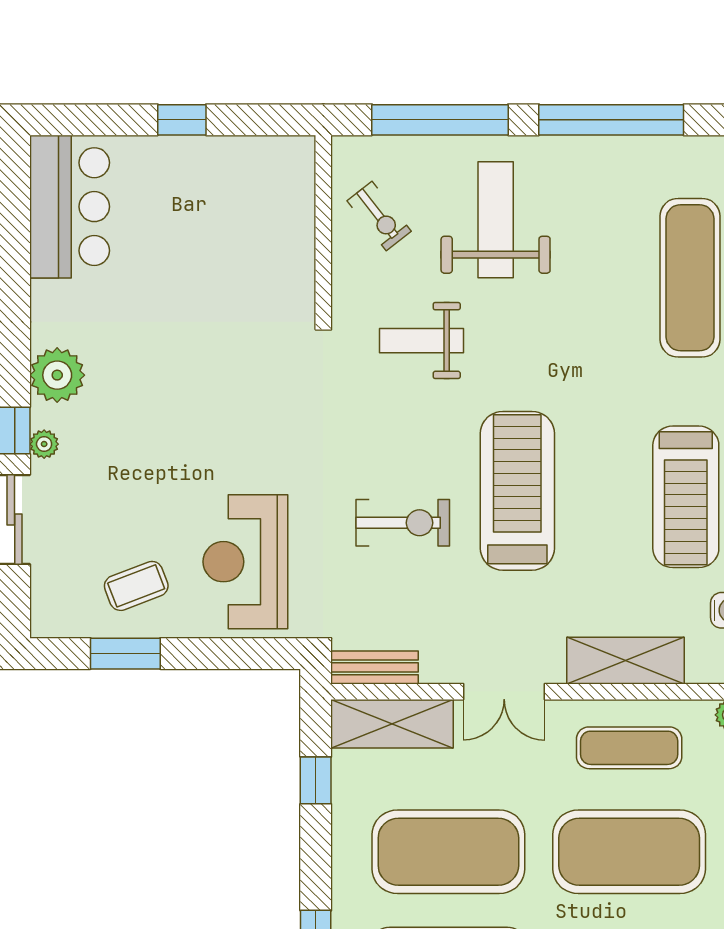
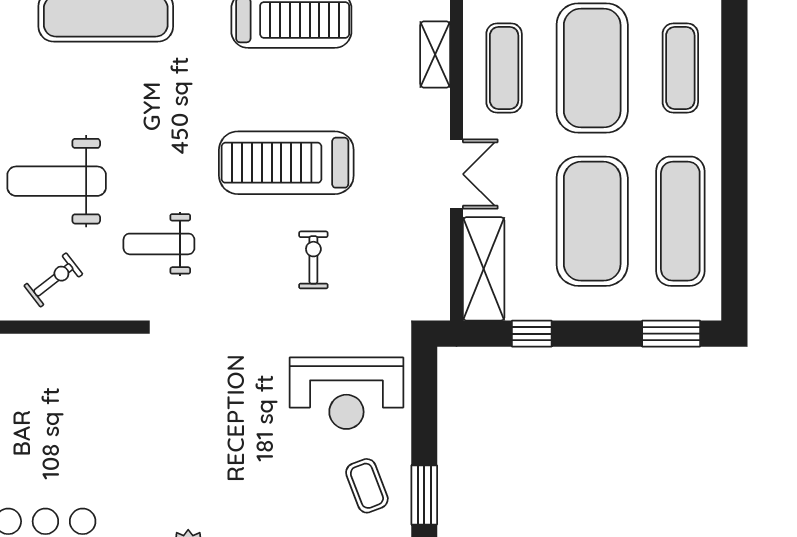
weight bench: (422, 341) -> (159, 244), turned 90
exercise bike: (403, 523) -> (313, 260), width x0.73, depth x0.72
shelving: (626, 661) -> (435, 54), width x0.67, depth x0.75
bench: (375, 667) -> (436, 284), removed

